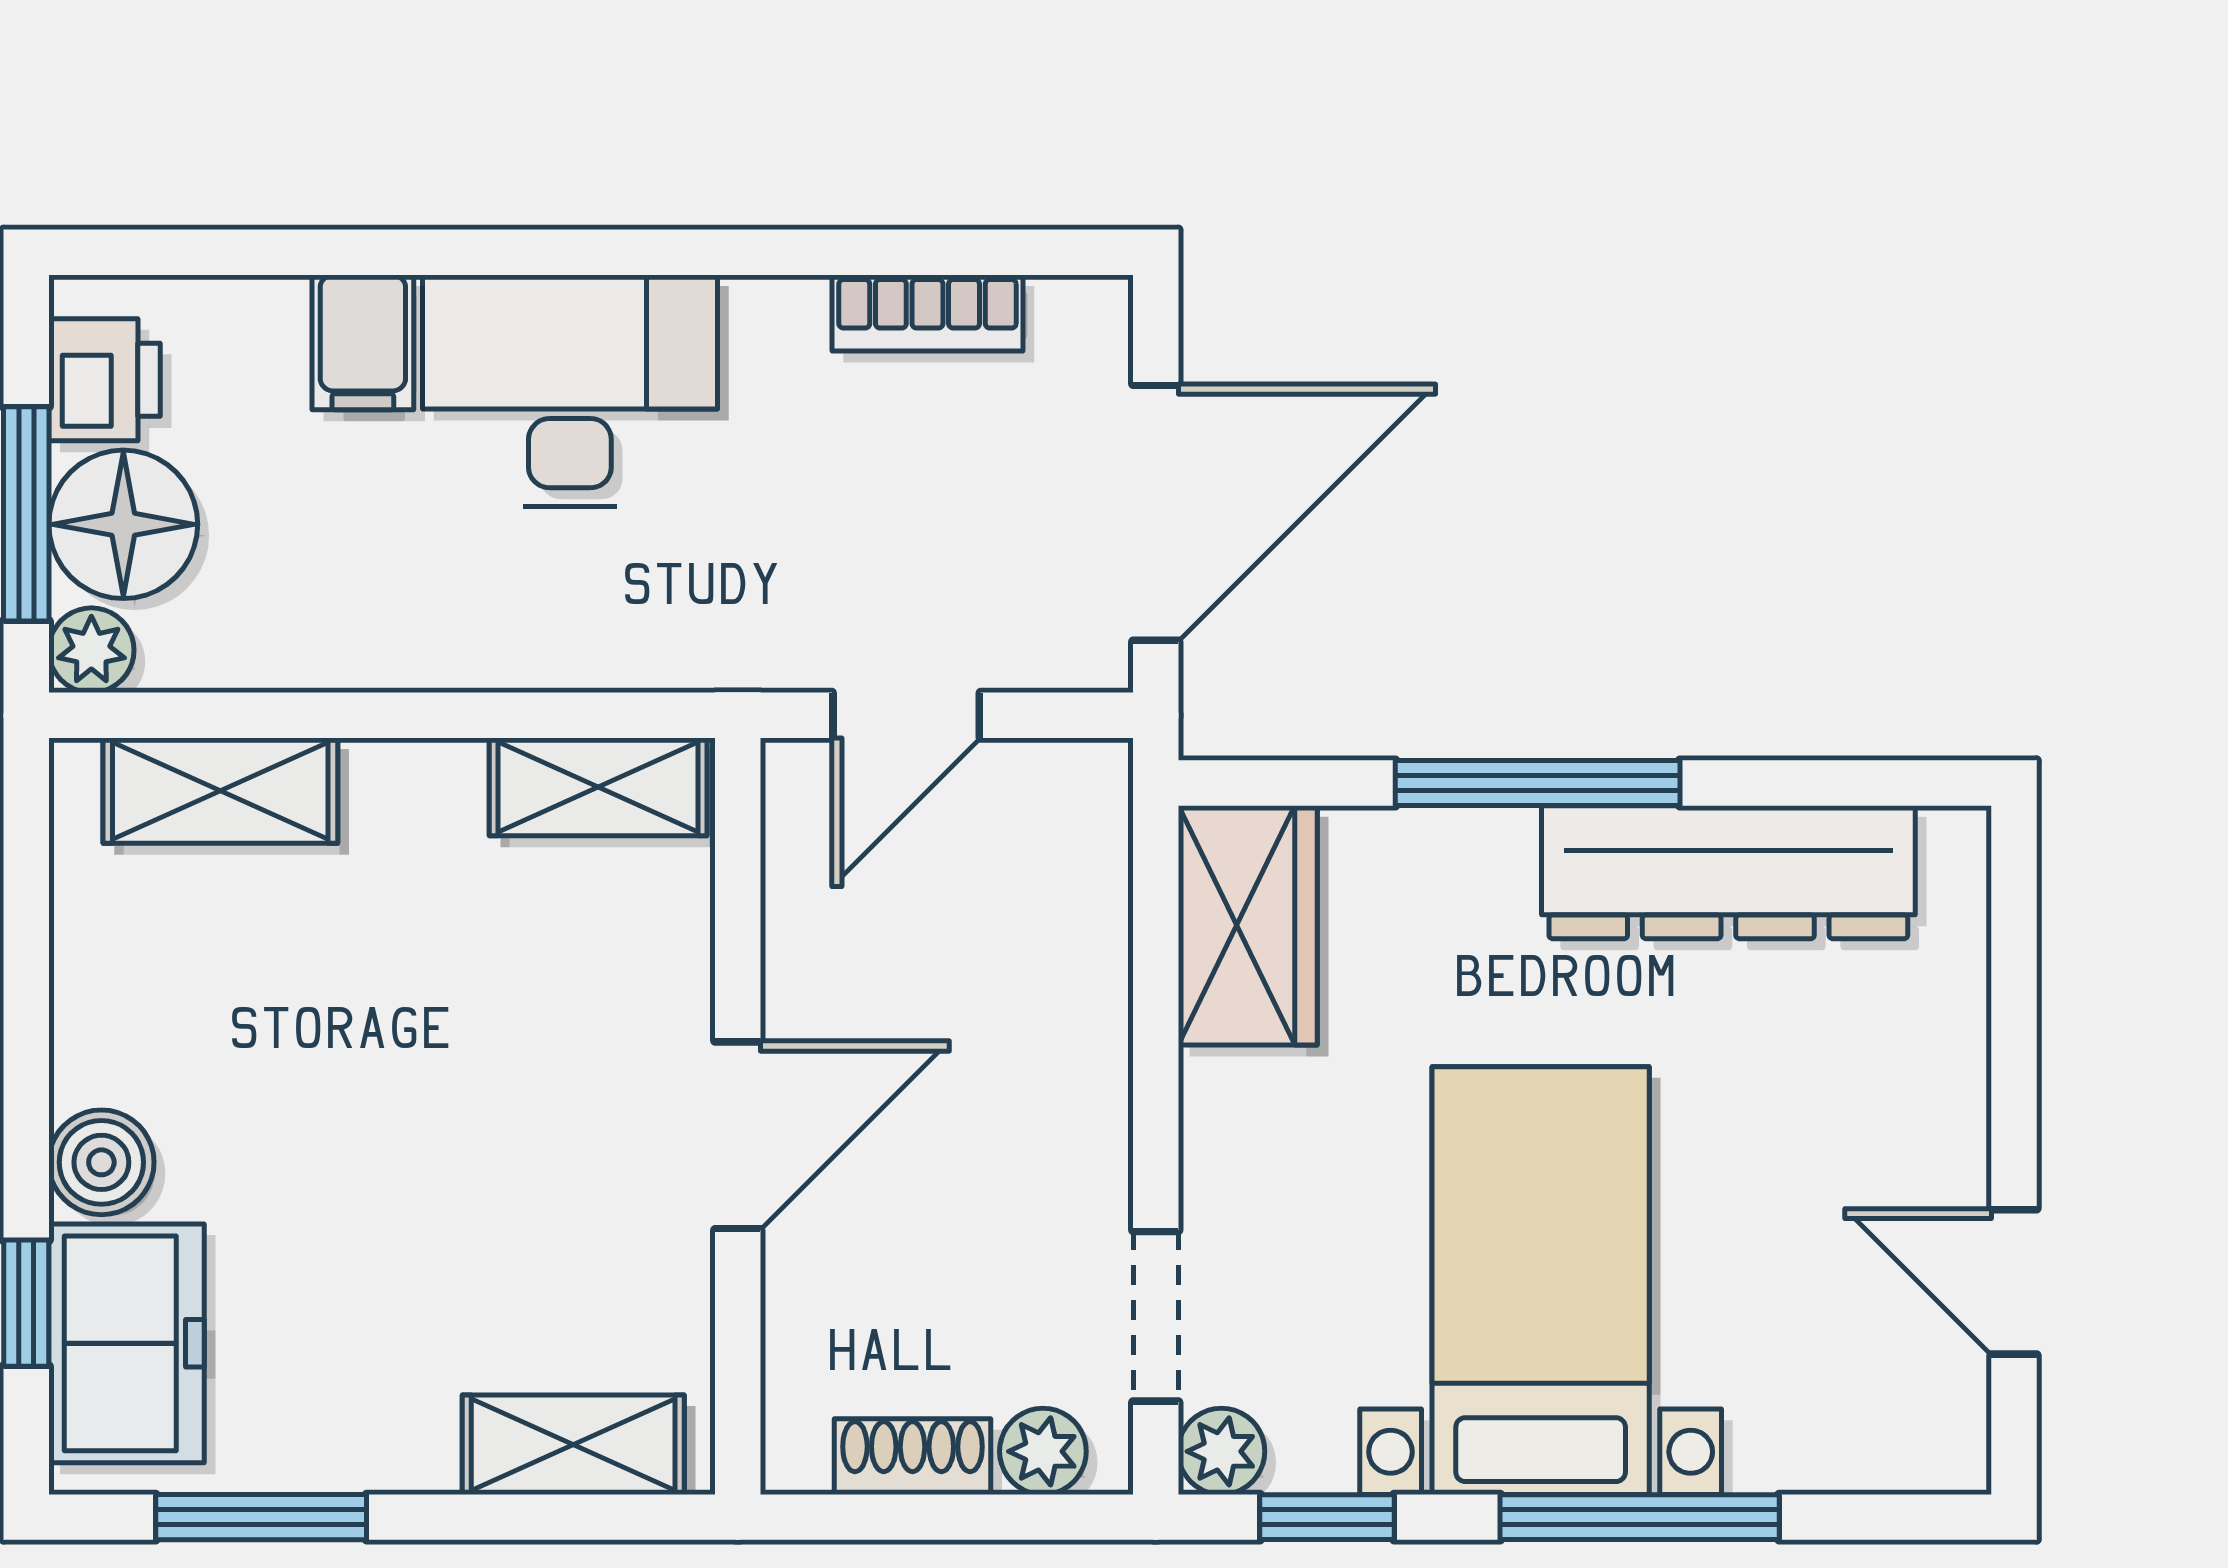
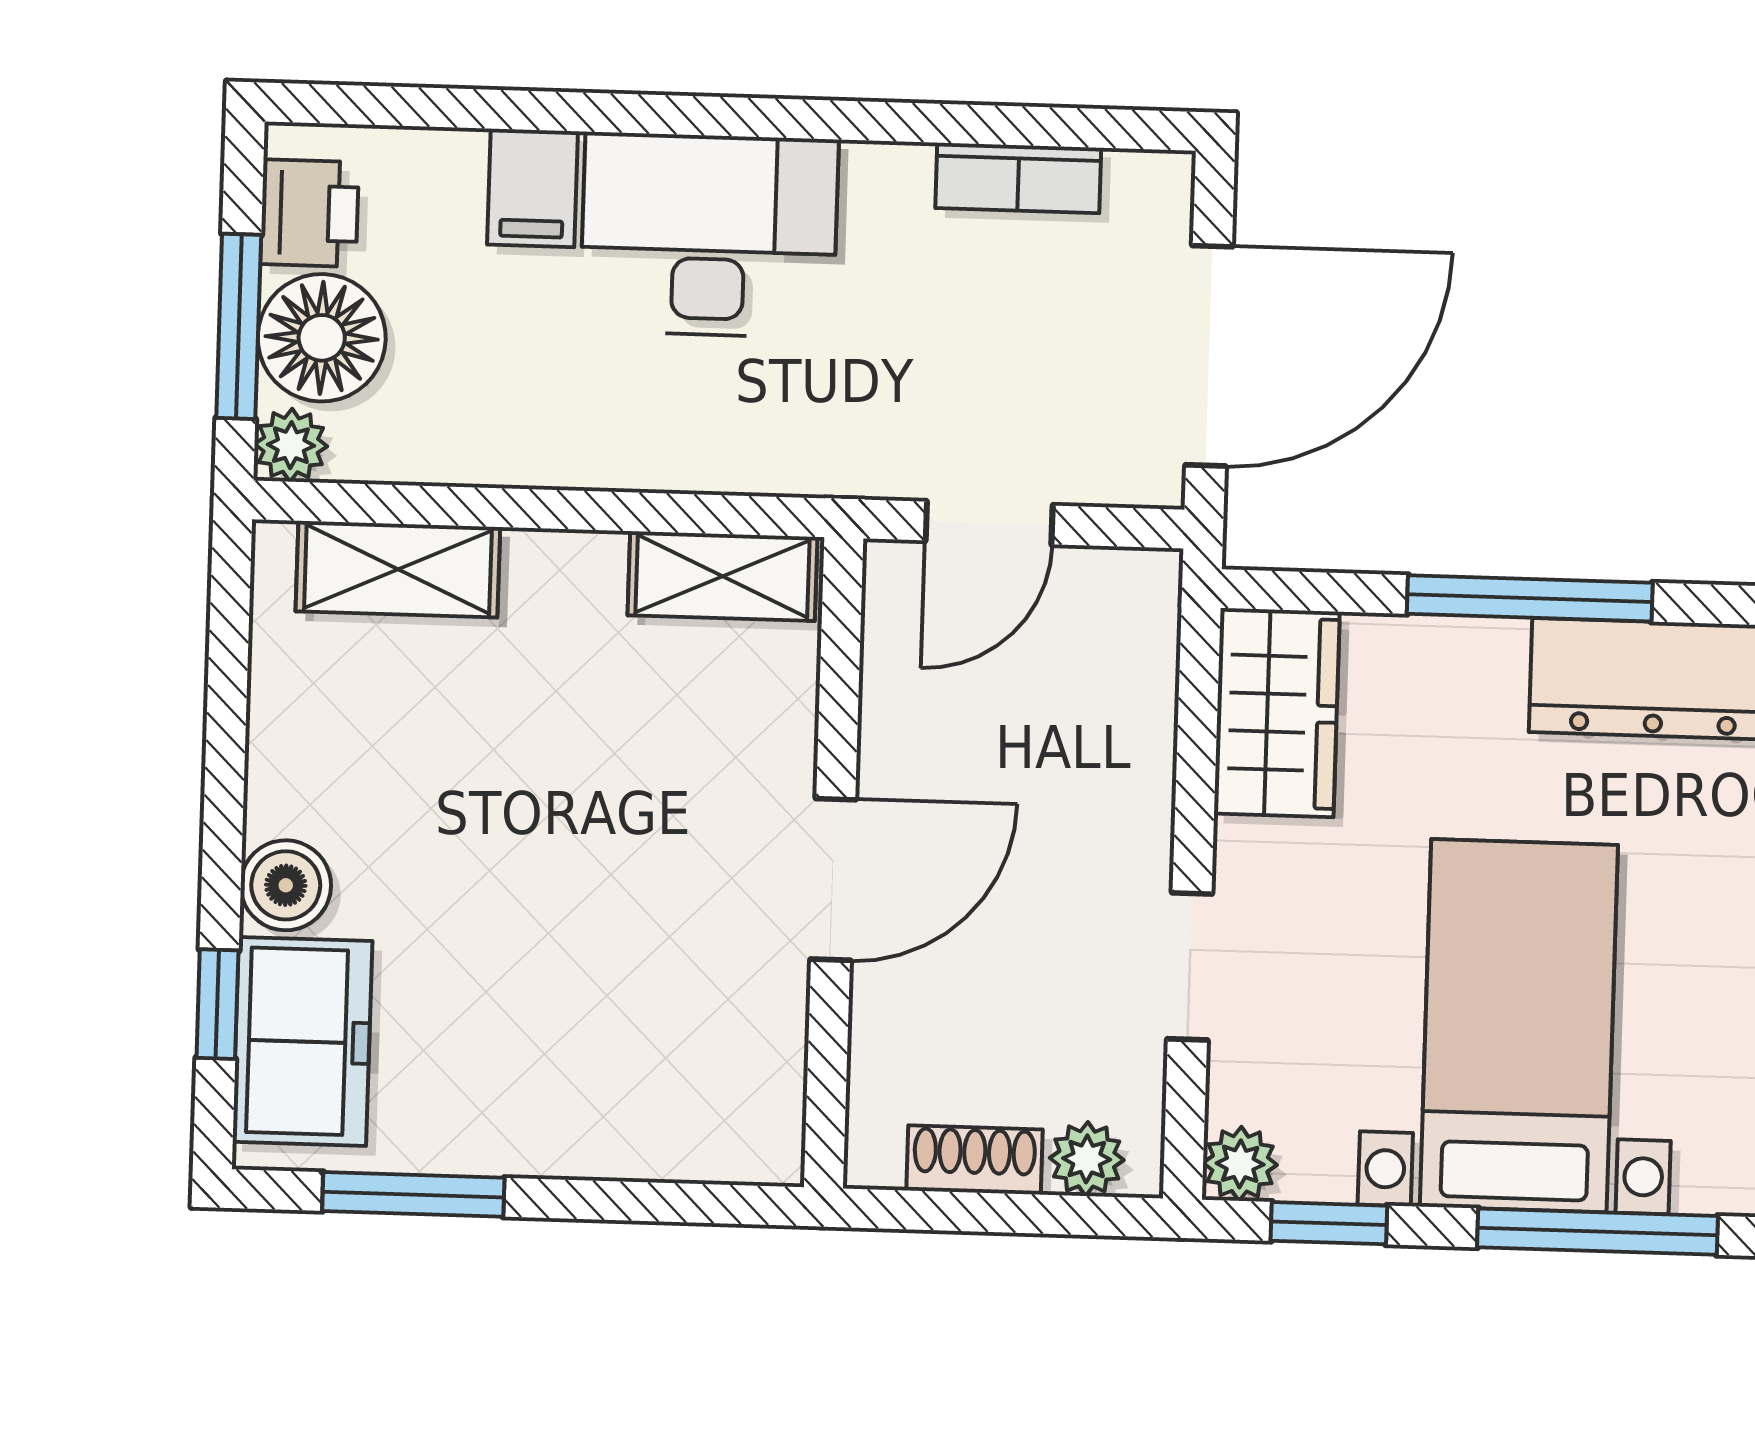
doorway: (1156, 1316) -> (1190, 966), moved
shelving: (573, 1445) -> (683, 1141), removed

